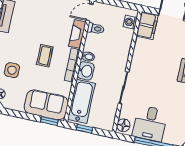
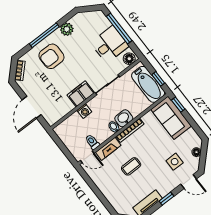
washing machine: (130, 22) -> (84, 111), moved
filing cabinet: (147, 26) -> (81, 94), moved
coffee table: (45, 56) -> (131, 166), moved
bathtub: (81, 101) -> (148, 84), moved, turned -90

